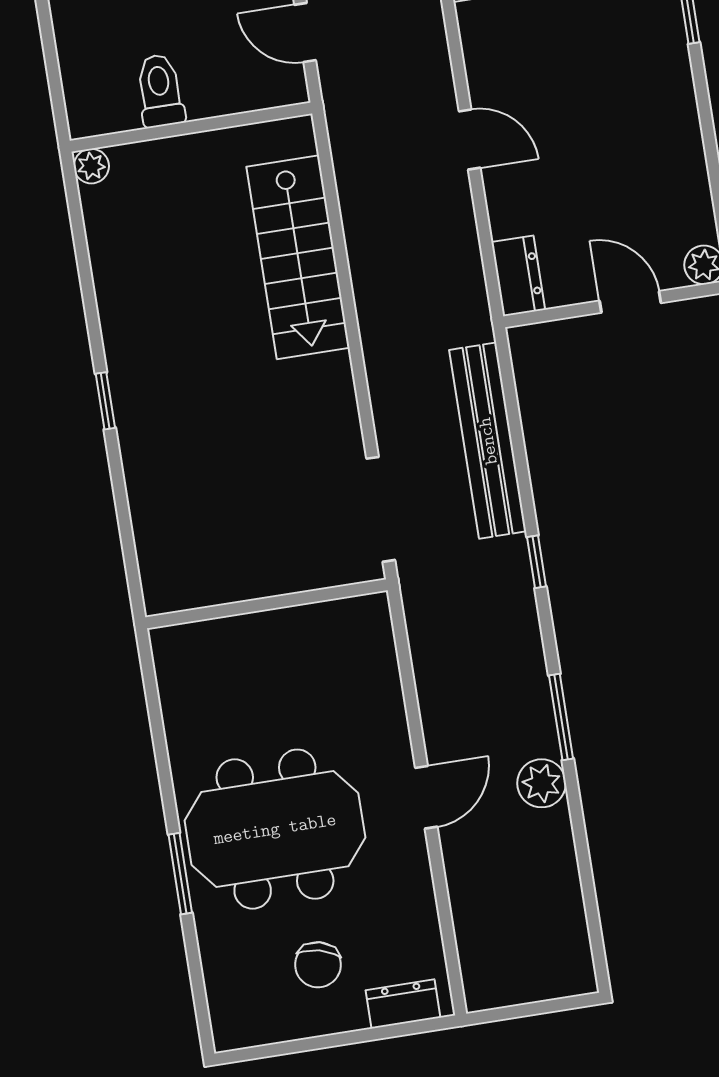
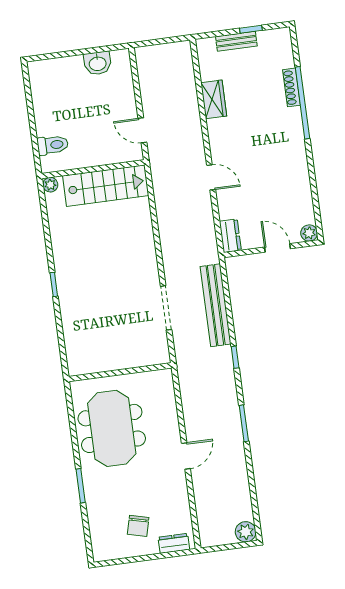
toilet: (160, 91) -> (53, 145), moved, turned 90
stairs: (298, 257) -> (106, 186), moved, turned -90
doorway: (381, 509) -> (166, 308), moved
plant: (542, 783) -> (246, 532), moved
meeting table: (275, 829) -> (112, 428), moved, turned 90

